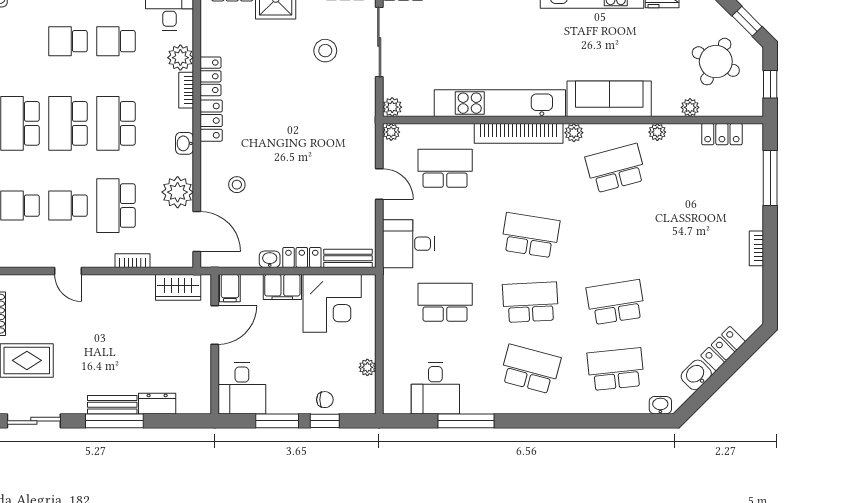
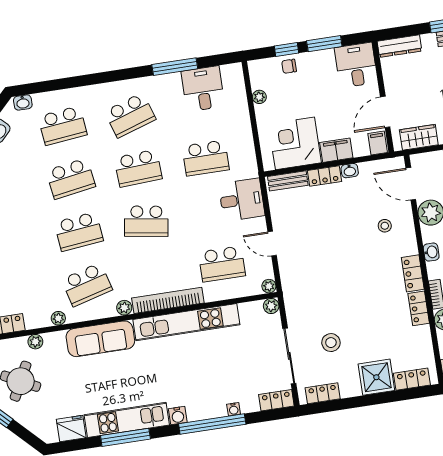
school desk: (616, 235) -> (79, 232), added
school desk: (530, 369) -> (130, 115), turned -33
dresser: (157, 404) -> (399, 46), moved, width x1.44

